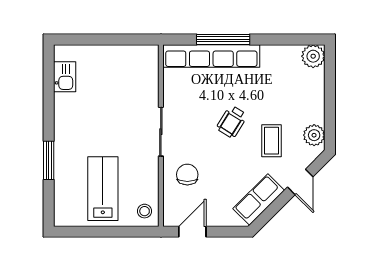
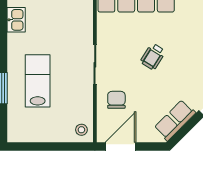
coffee table: (271, 141) -> (185, 72), removed
lab bench: (103, 189) -> (38, 81), moved
door: (192, 232) -> (121, 147), width x1.38

